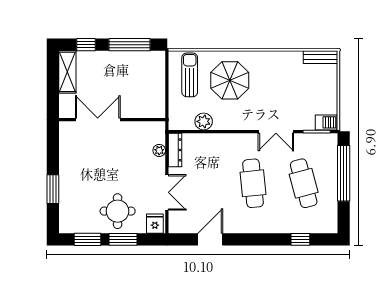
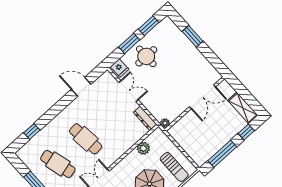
plant: (159, 150) -> (165, 123), moved
double door: (167, 192) -> (128, 91), swing flipped
door: (210, 239) -> (81, 87), swing flipped

